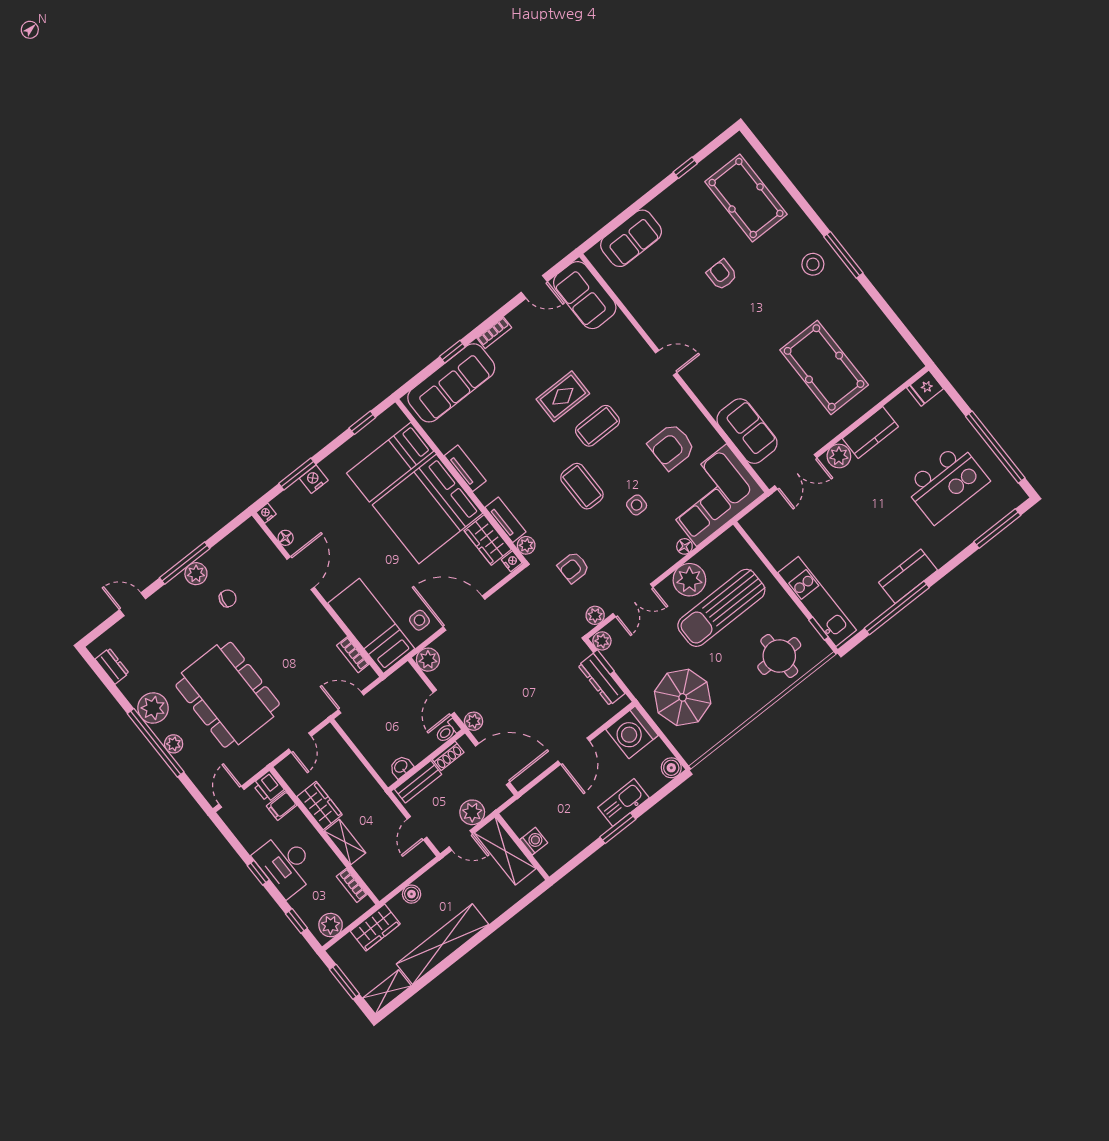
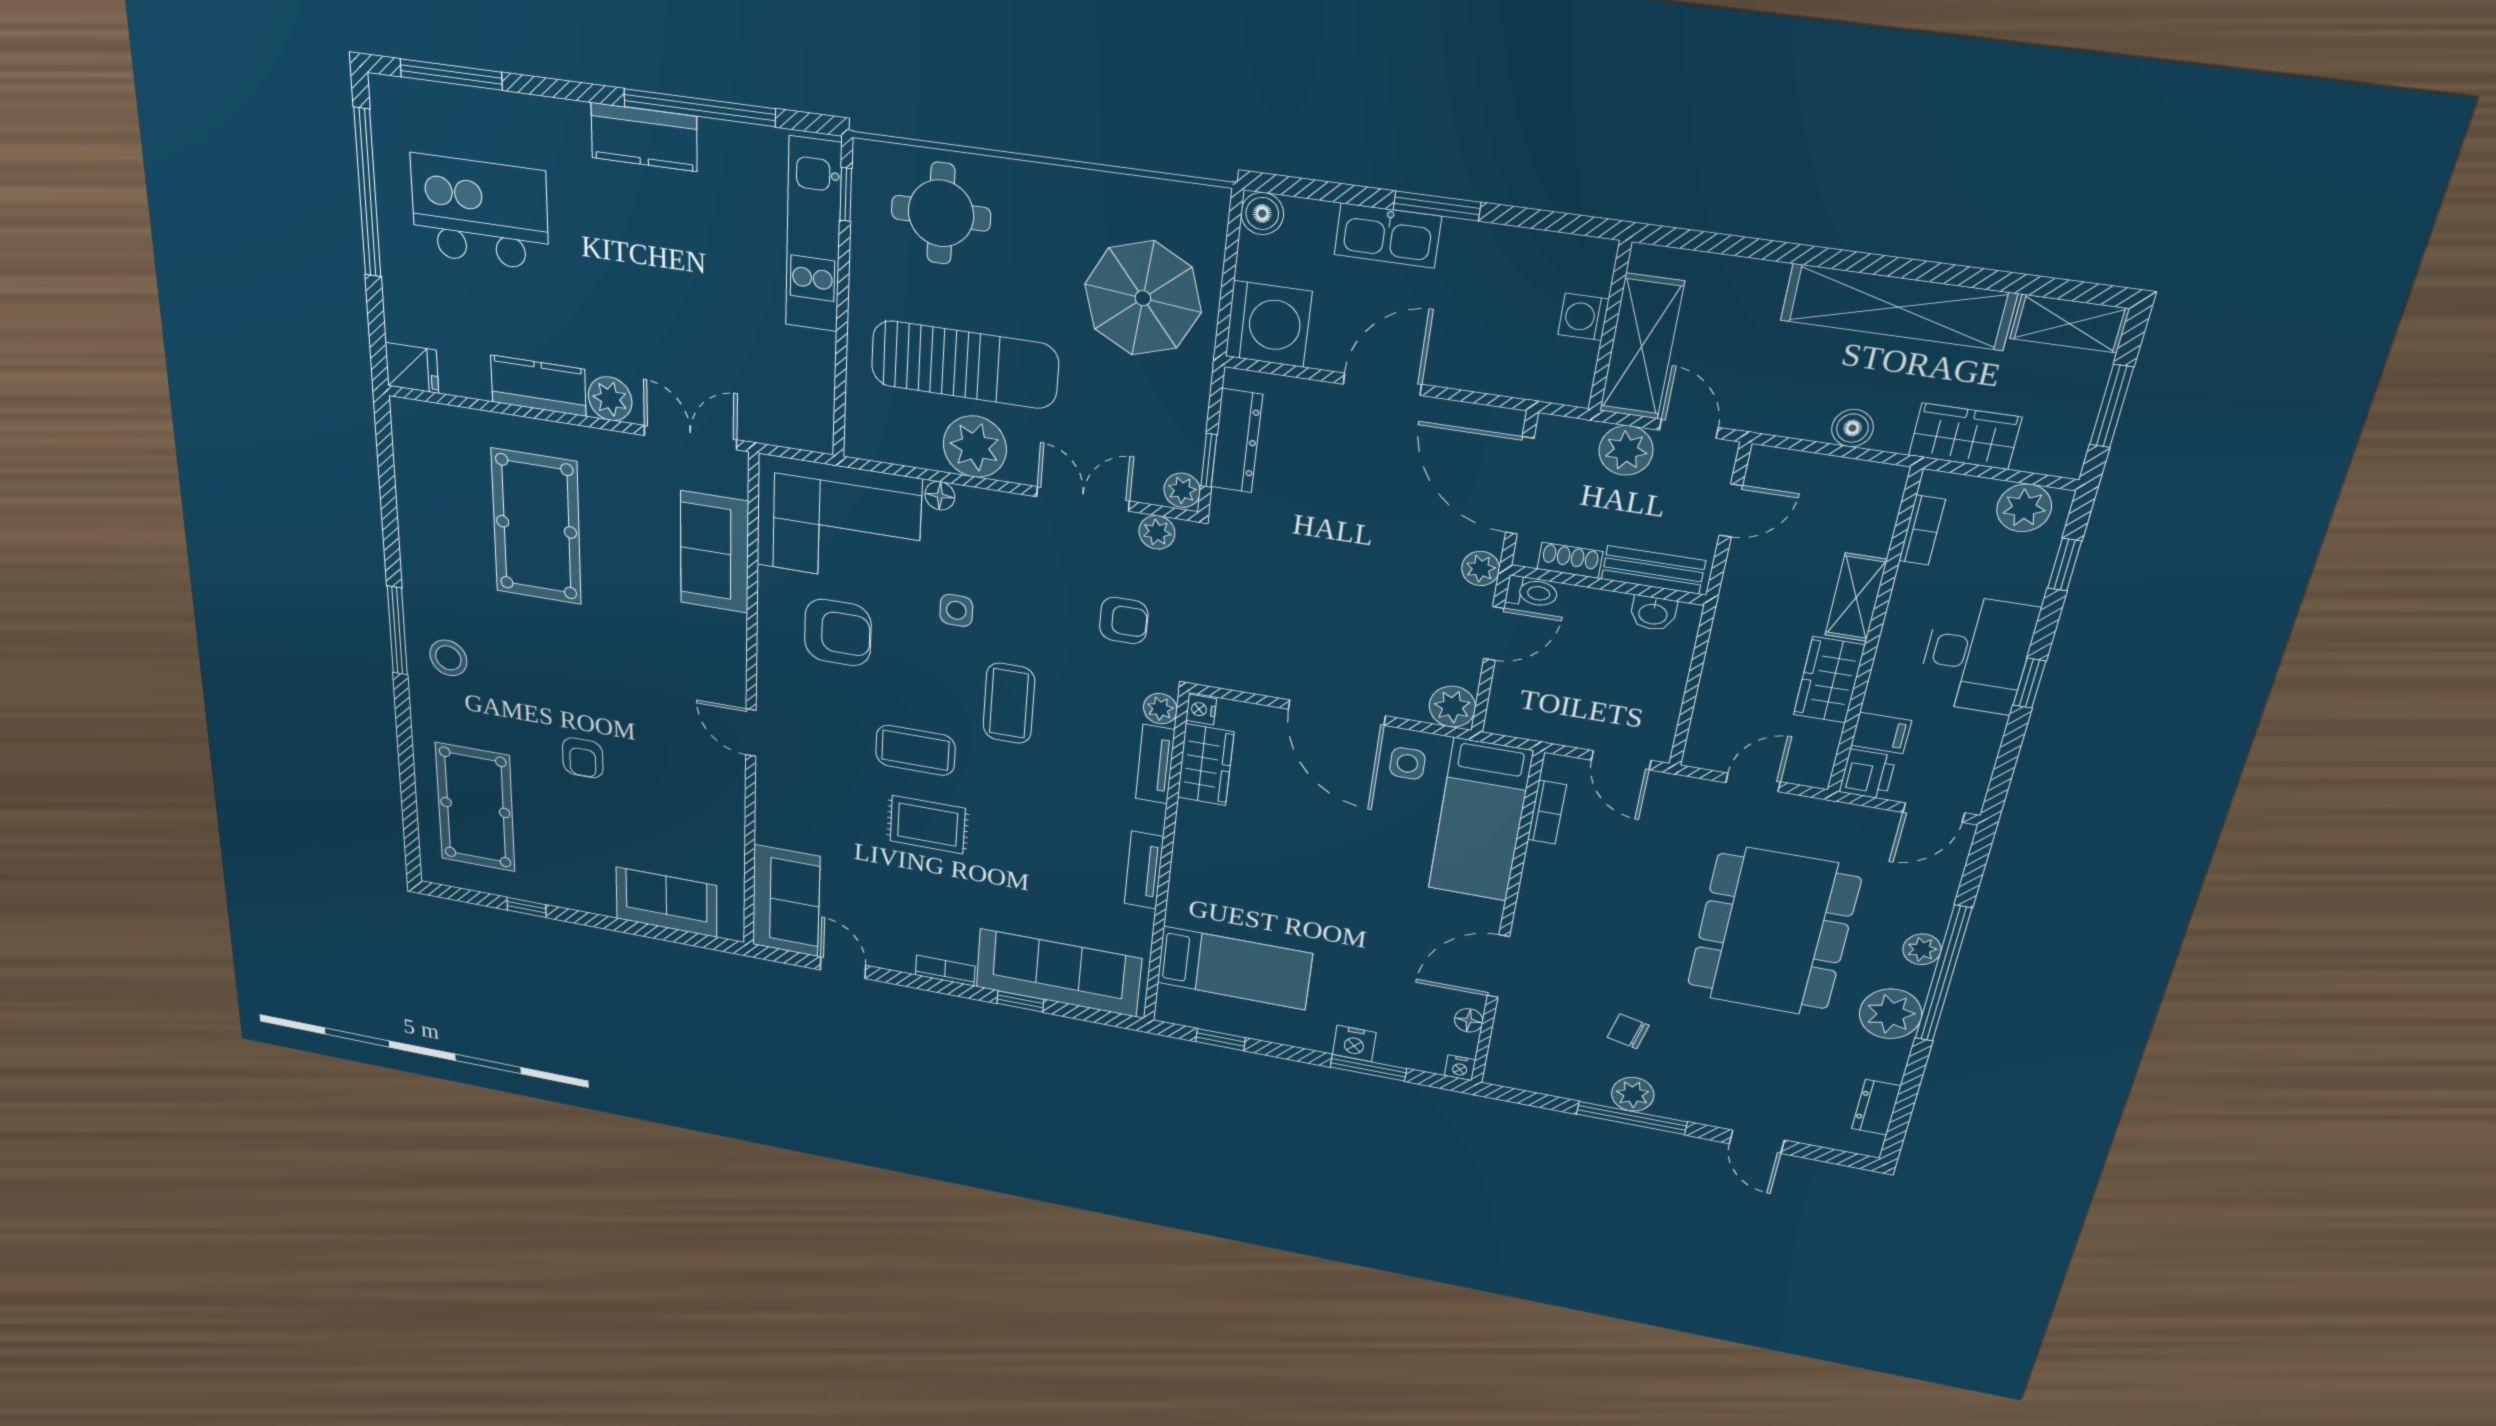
bed: (428, 509) -> (1246, 874), removed

